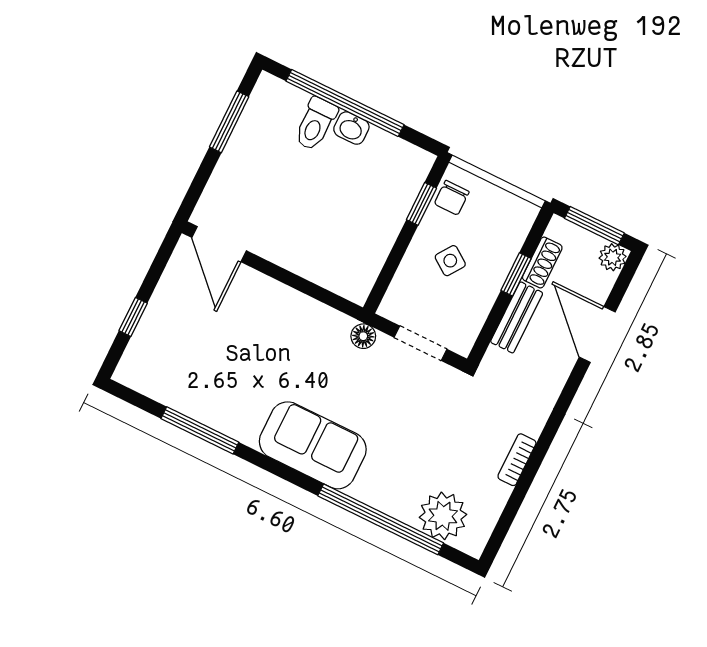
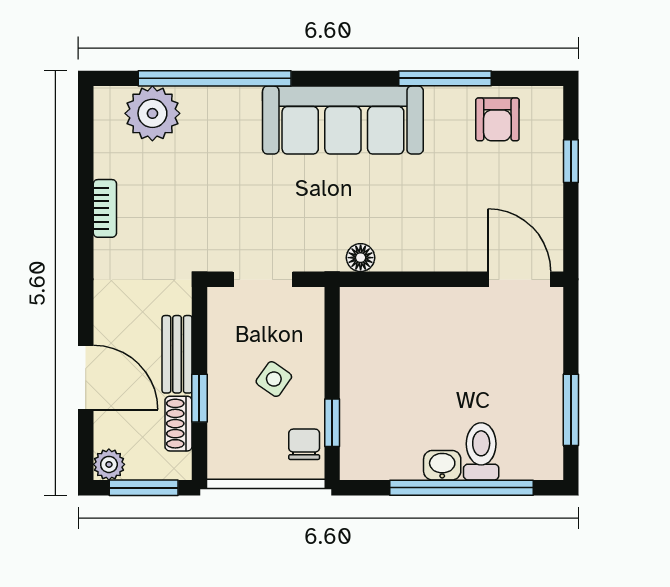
floor lamp: (363, 336) -> (361, 258), moved
armchair: (175, 378) -> (497, 119), added
sofa: (313, 445) -> (343, 120), width x1.36

